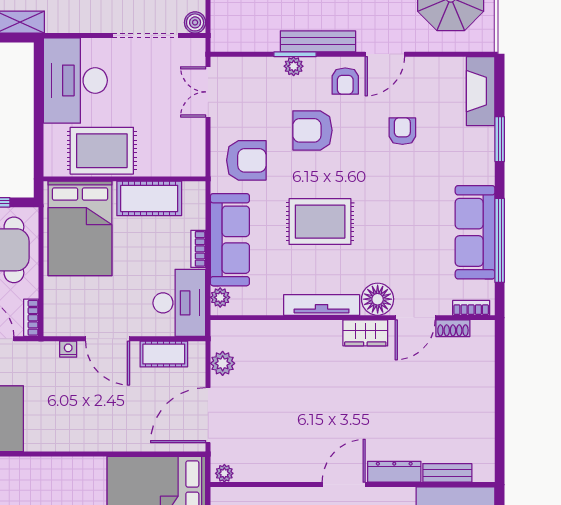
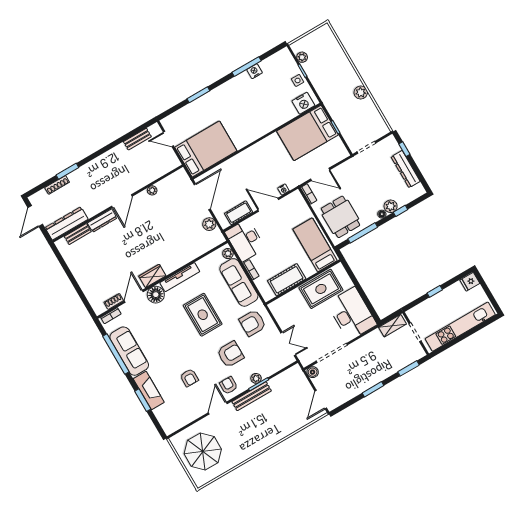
fireplace: (481, 91) -> (149, 390), moved
rug: (320, 222) -> (203, 315), turned 90
bed: (80, 228) -> (315, 245), width x0.67
plant: (224, 473) -> (152, 190), moved

